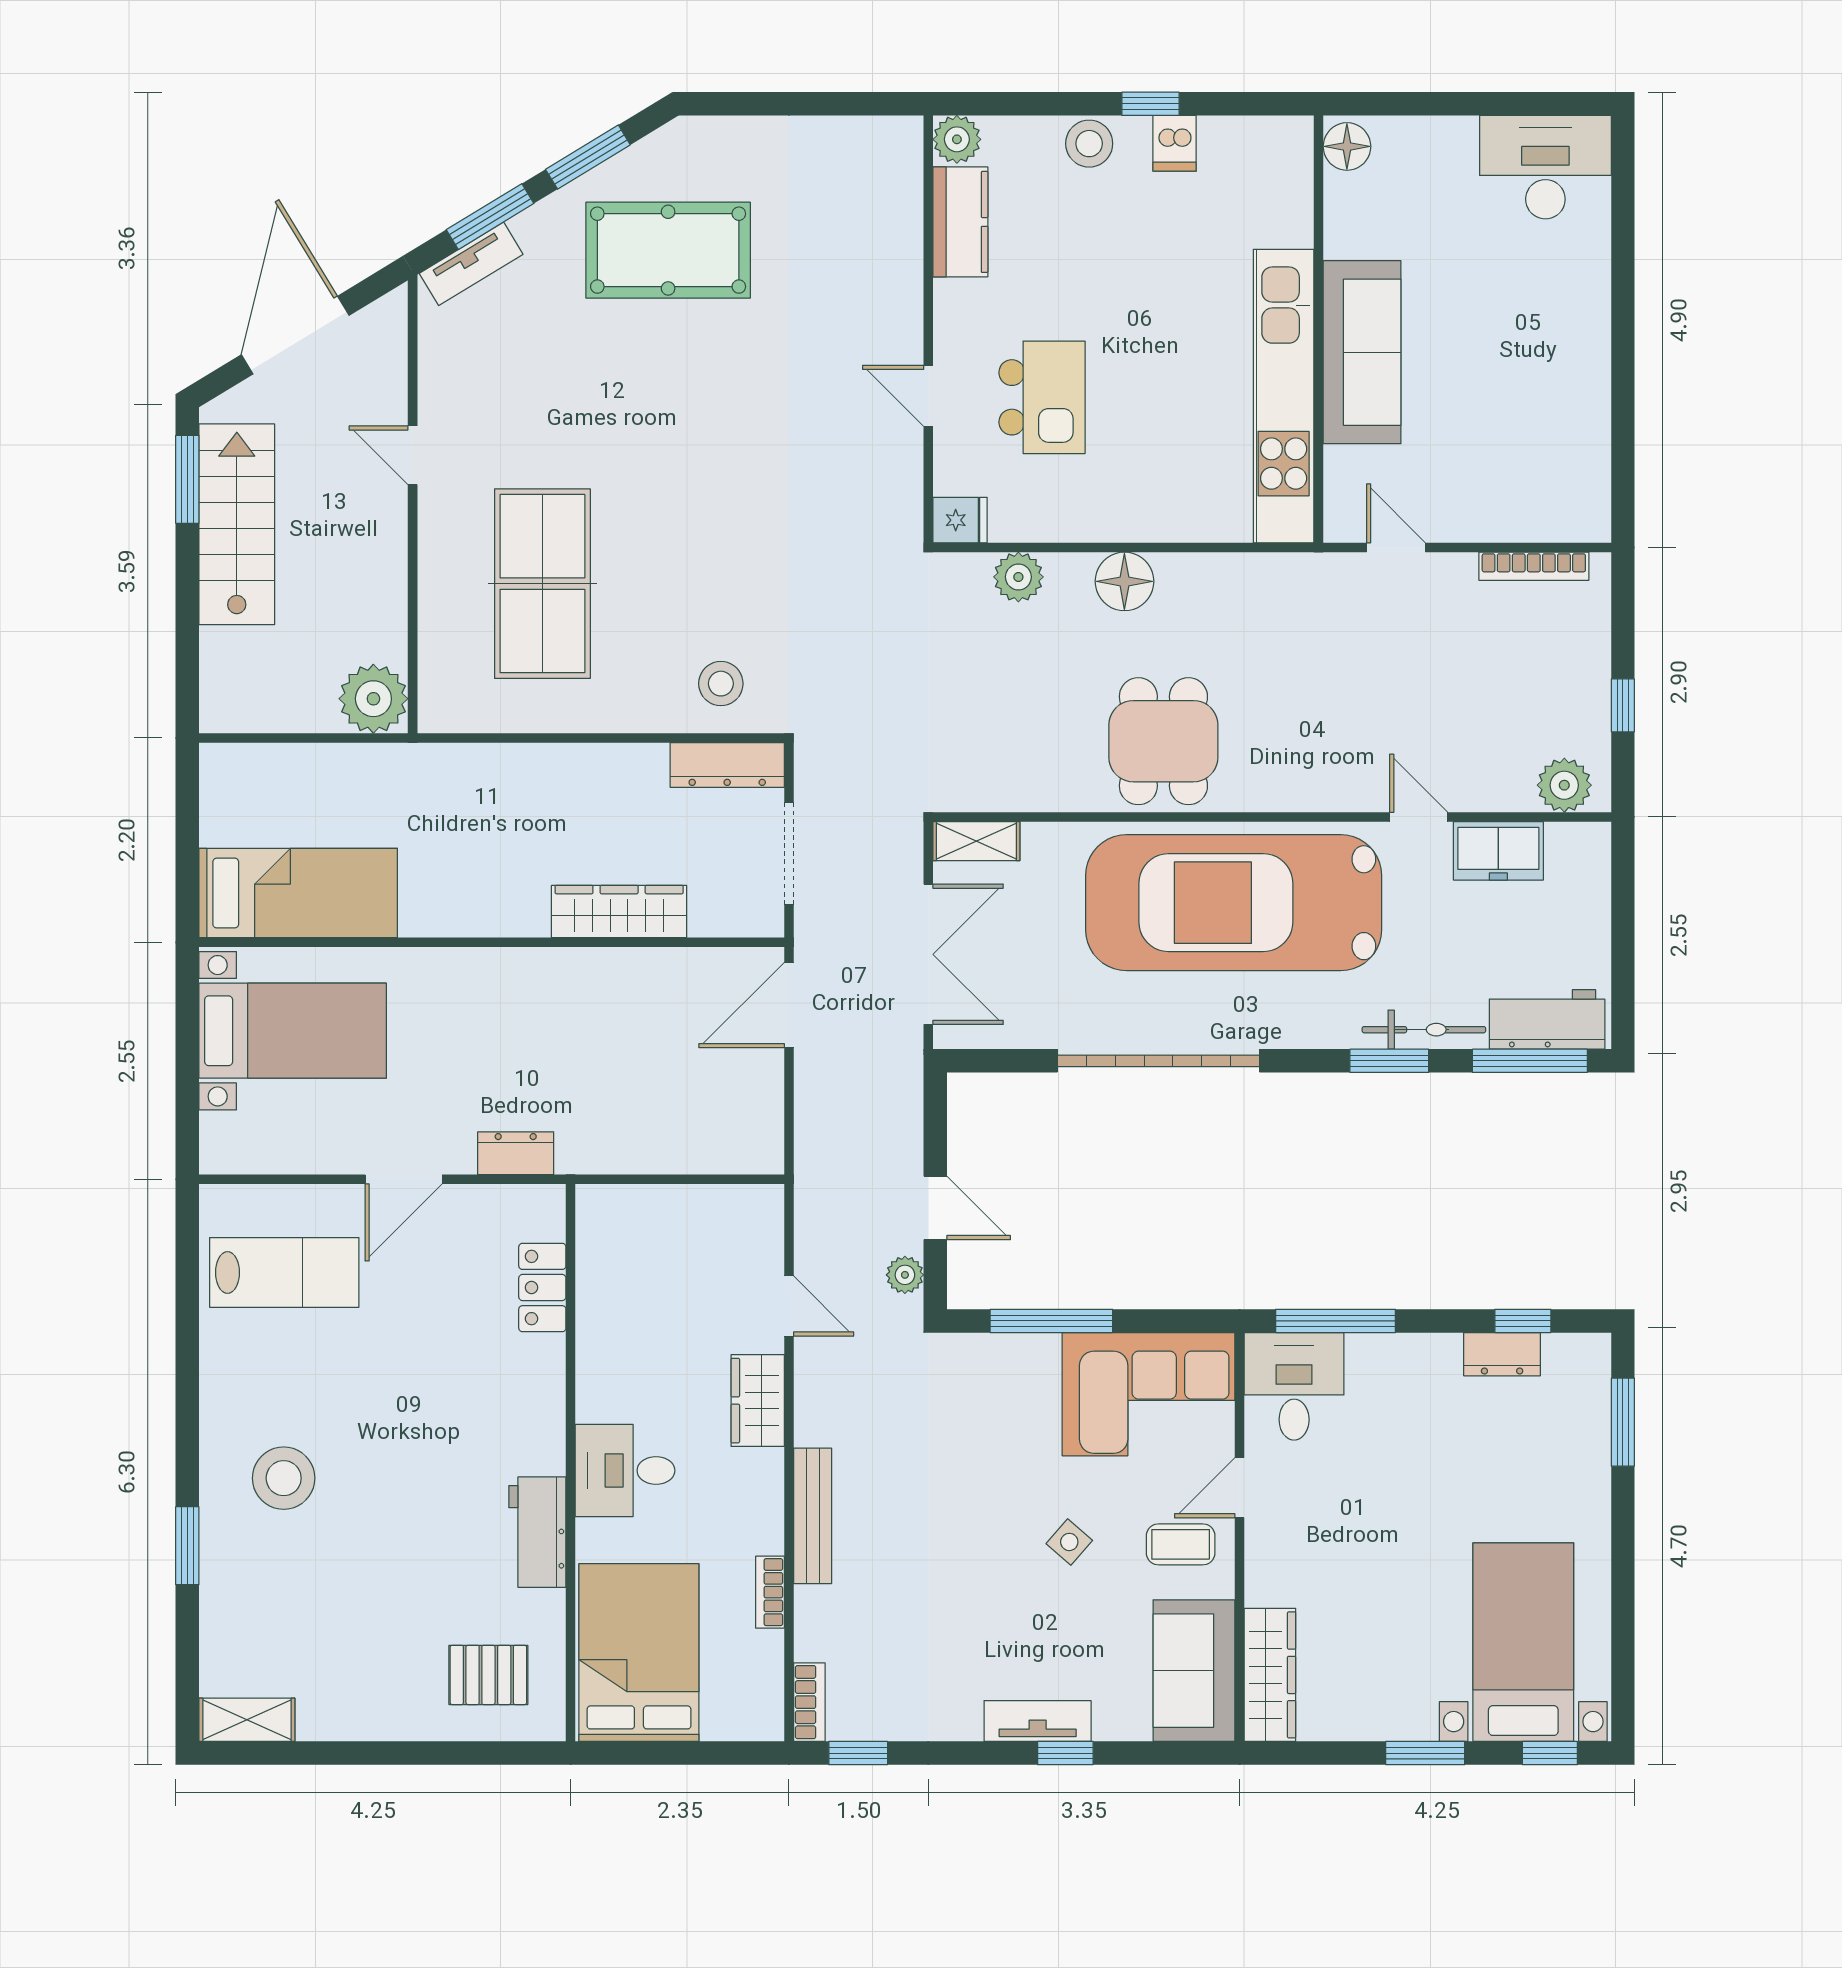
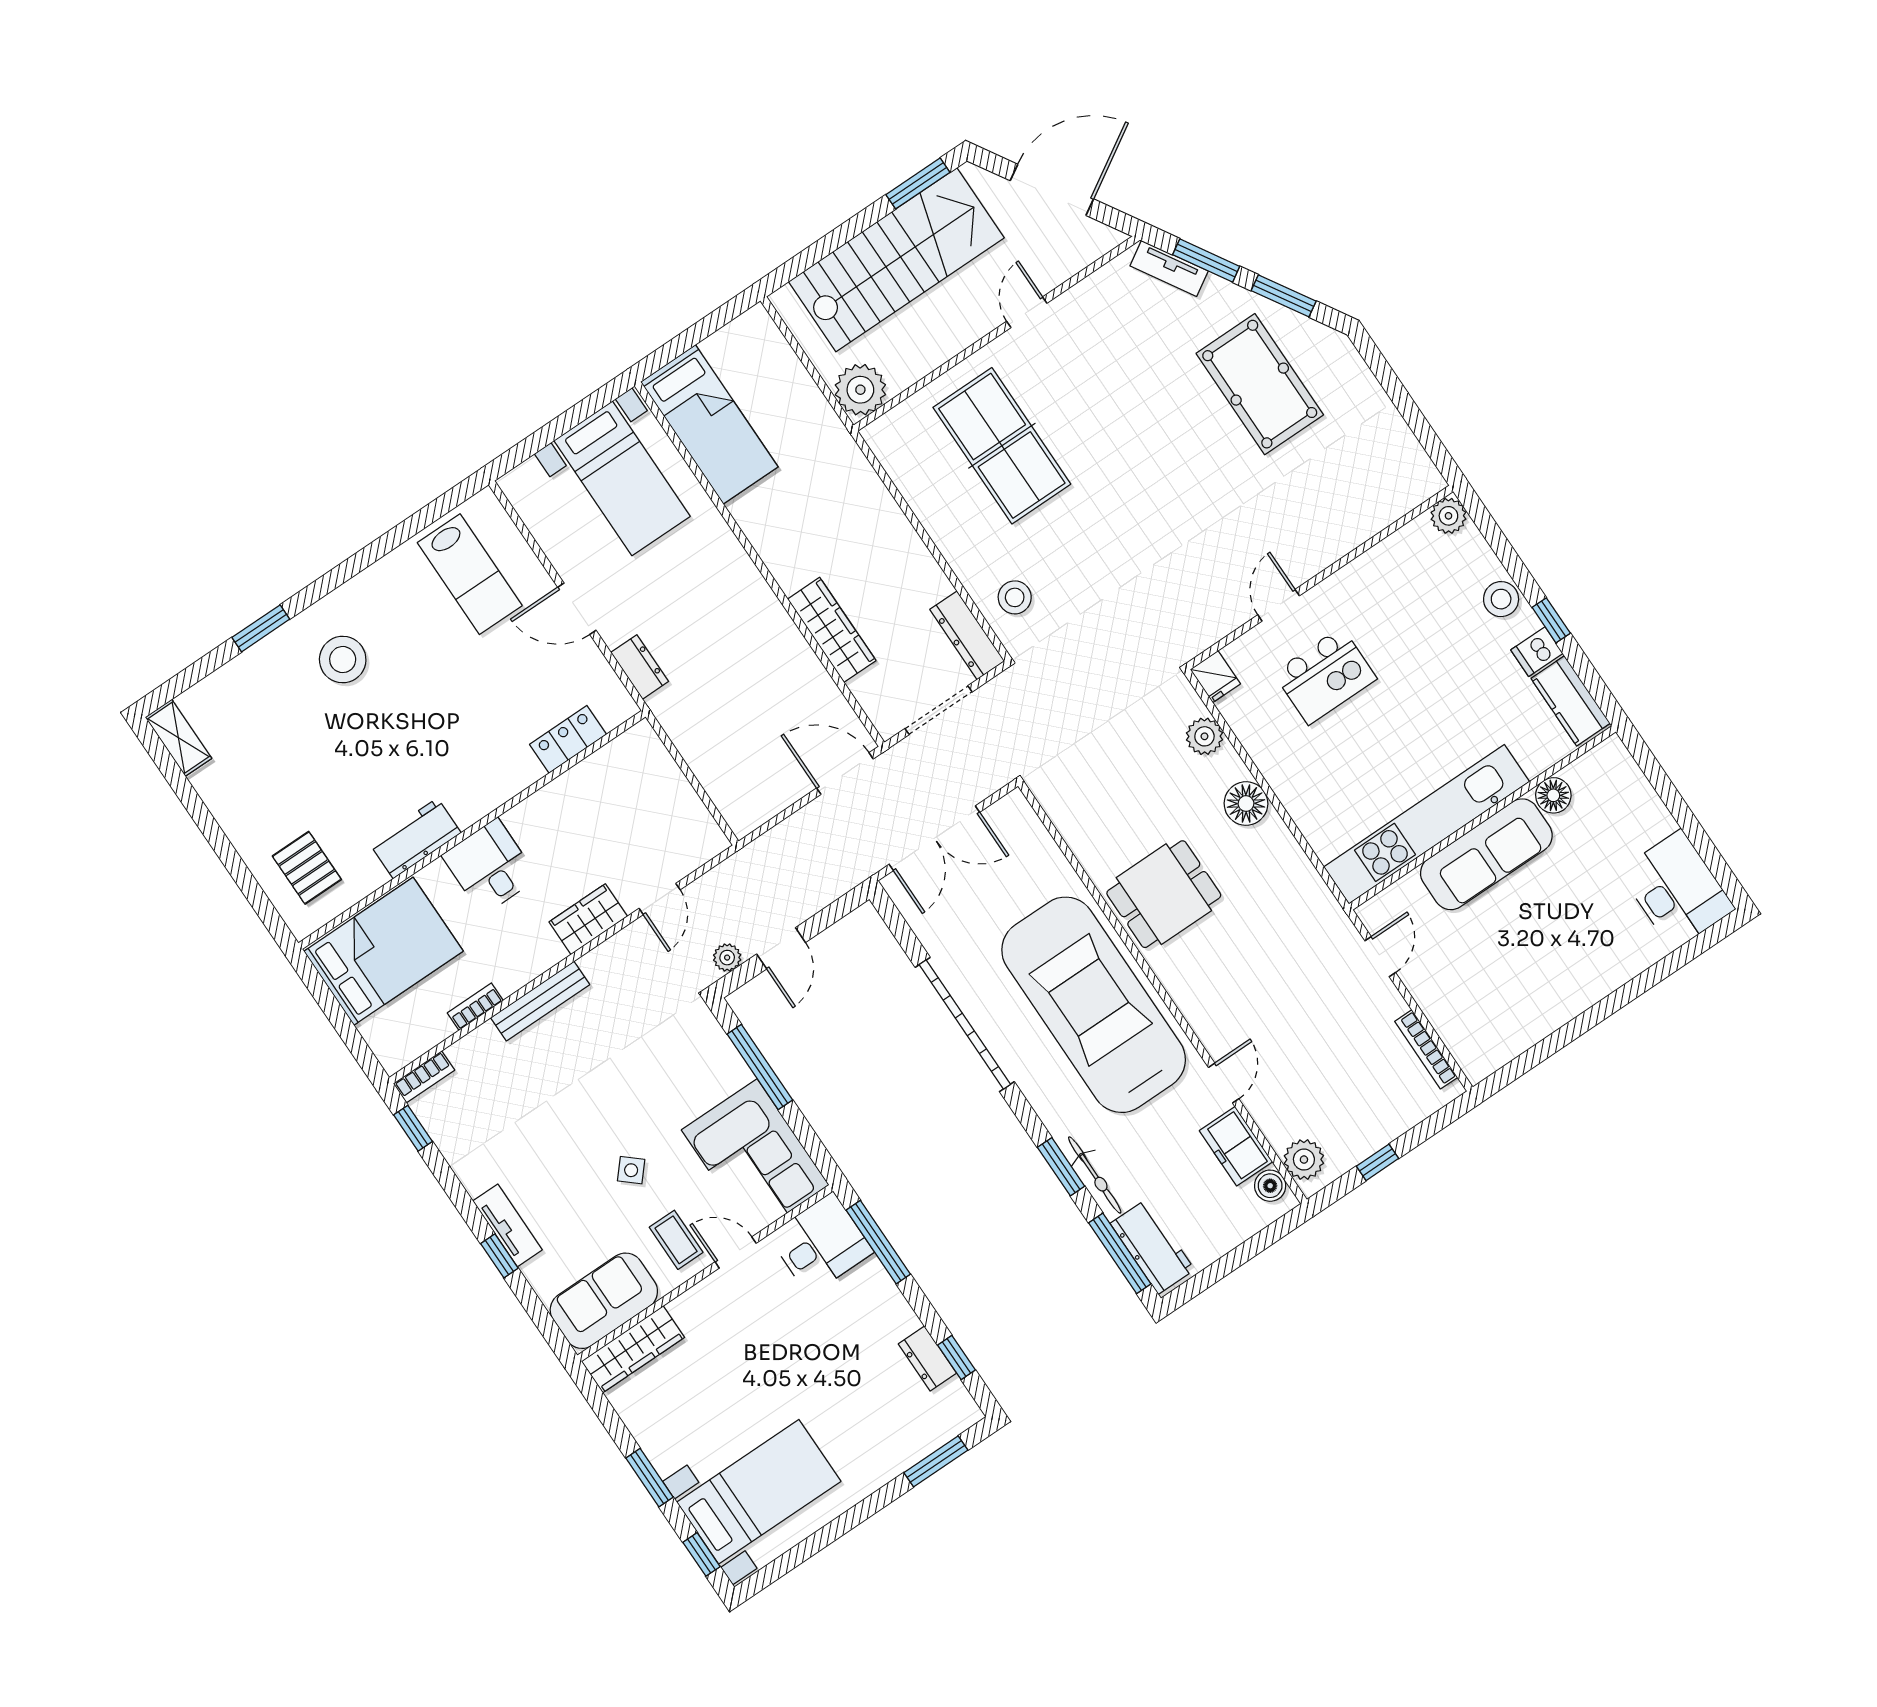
floor lamp: (1347, 146) -> (1553, 795), moved
kitchen counter: (960, 222) -> (1571, 701), moved, turned 90
stairs: (237, 524) -> (896, 260), width x1.36, depth x1.51
table tennis table: (542, 584) -> (1002, 446), turned 90
shelving: (976, 841) -> (1024, 821), removed
boiler: (1568, 843) -> (1270, 1186), added

